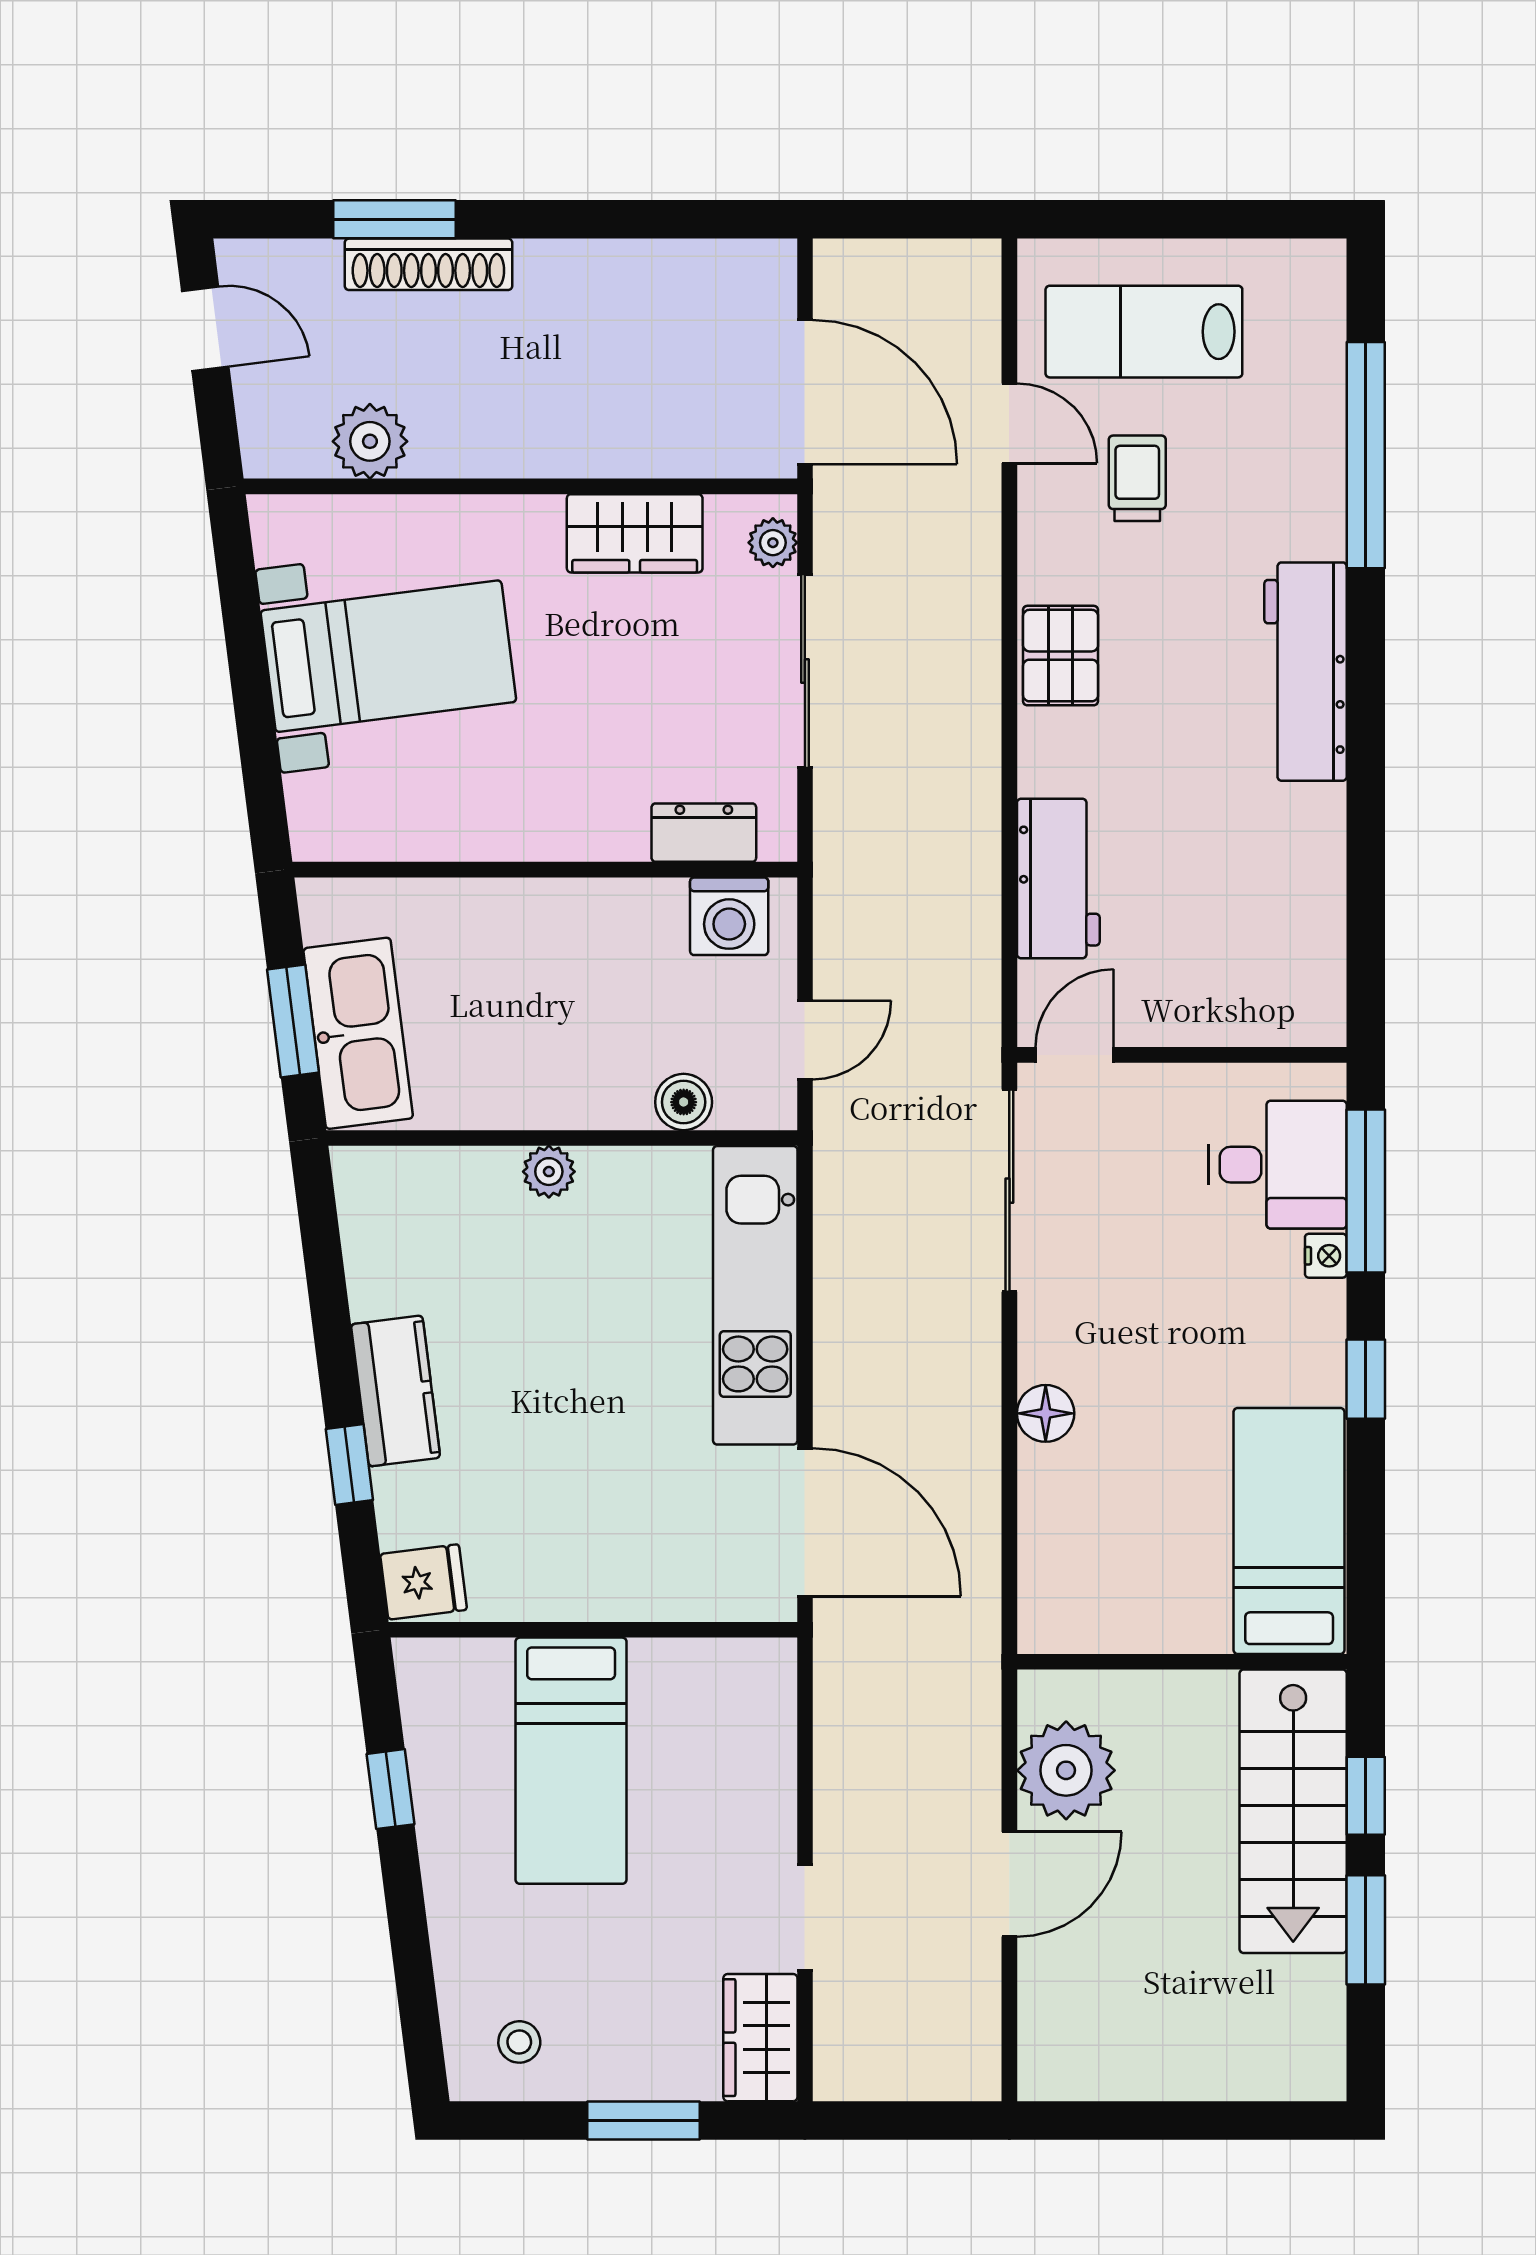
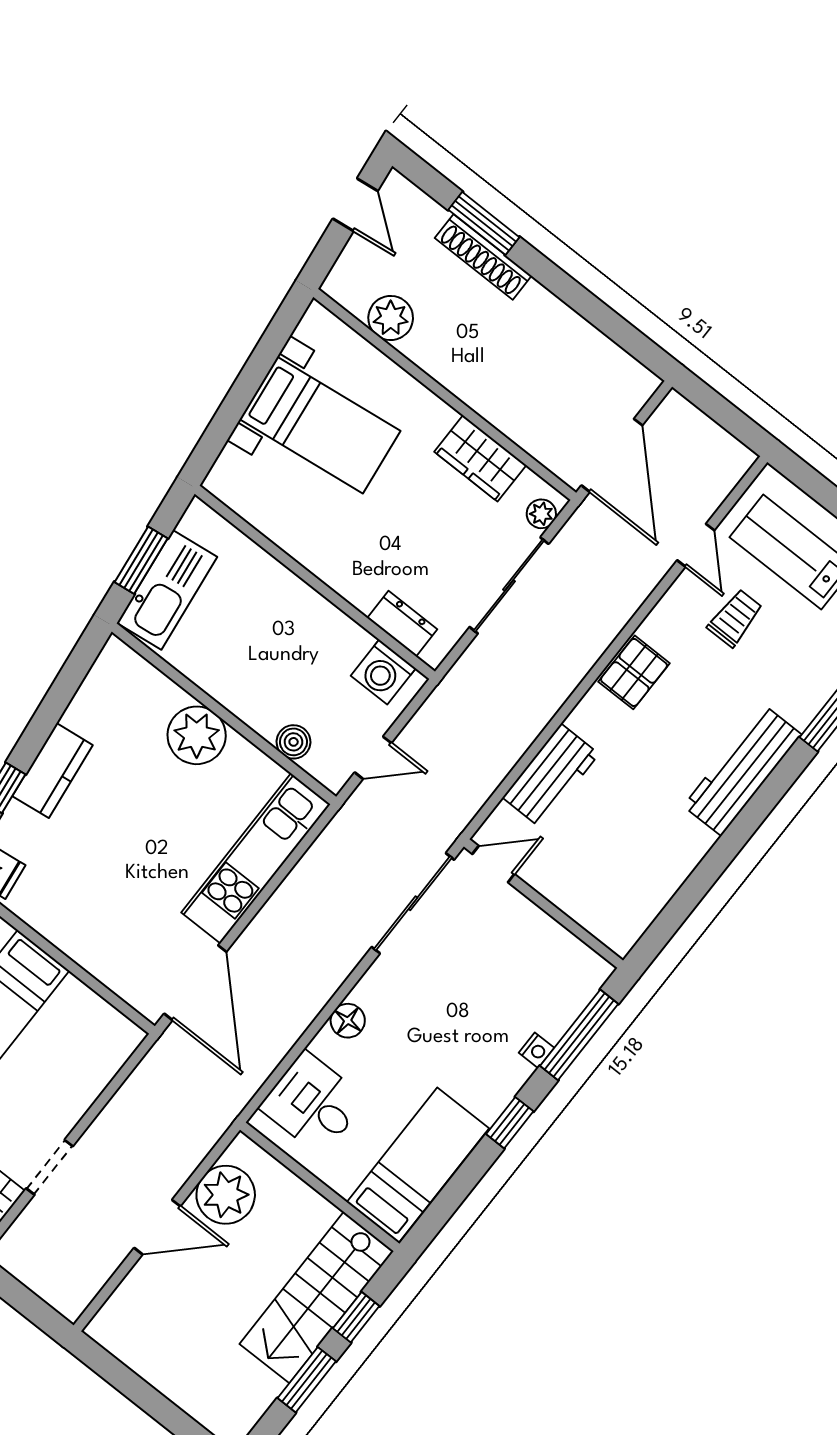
desk: (1278, 1165) -> (313, 1103), moved, turned 180
plant: (549, 1172) -> (197, 735), width x1.87, depth x1.87

